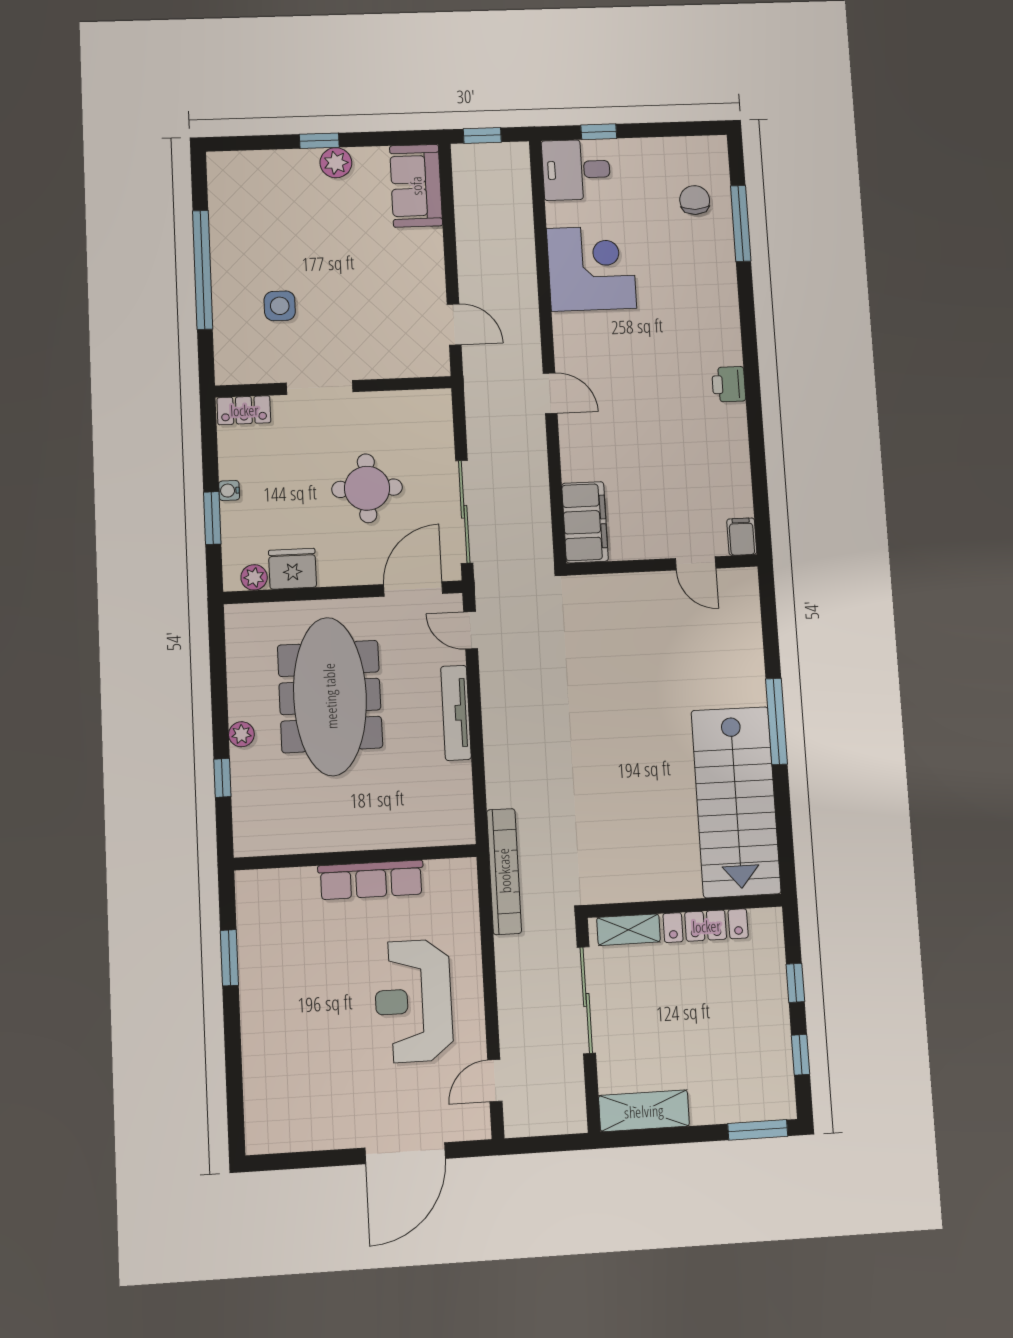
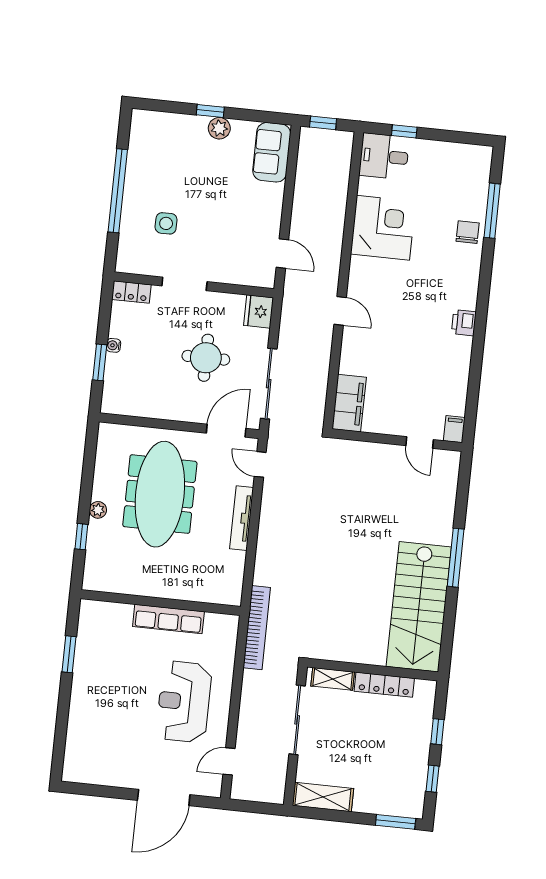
chair: (695, 200) -> (468, 232), moved
fridge: (292, 569) -> (259, 311), moved, turned -90
plant: (254, 577) -> (122, 407), removed

